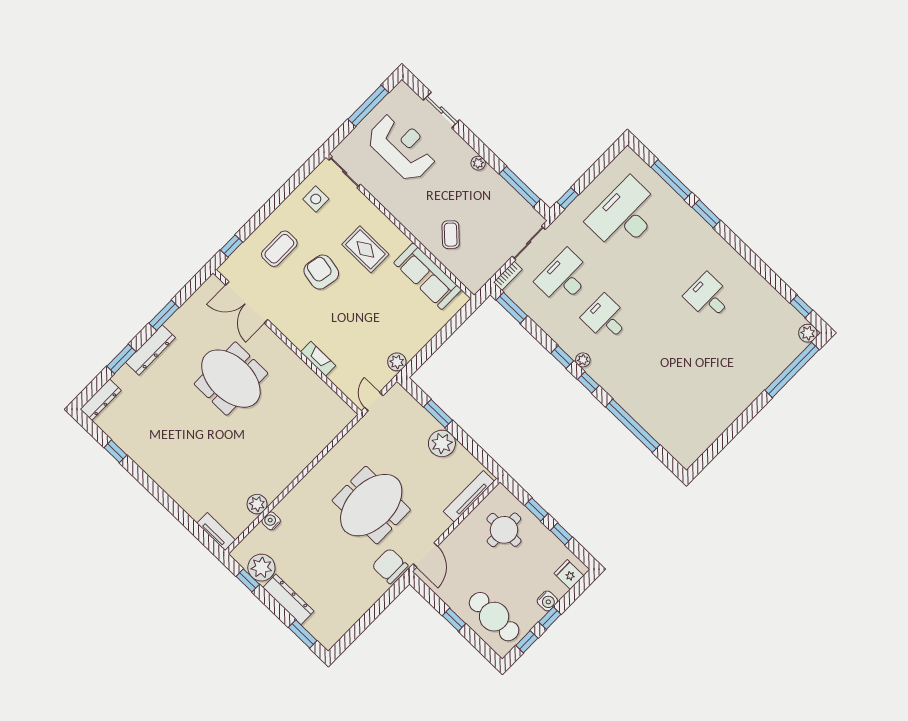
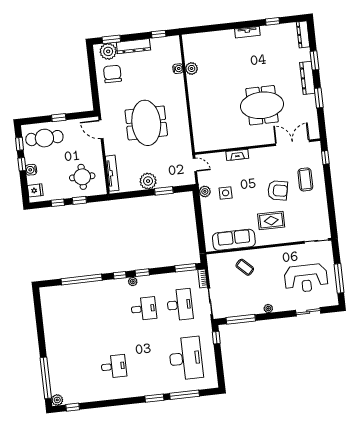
side table: (316, 199) -> (226, 193), moved
tv unit: (216, 532) -> (247, 32), moved
chair: (390, 566) -> (112, 74), moved, turned -90
plant: (261, 568) -> (108, 51), moved

